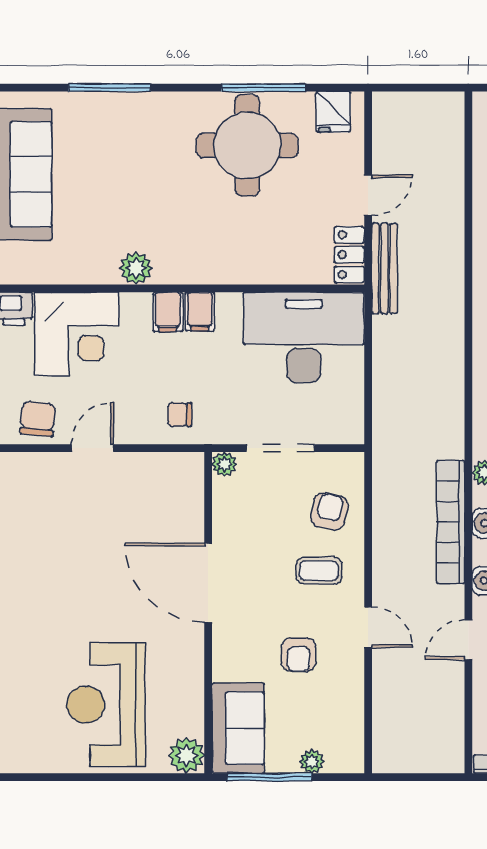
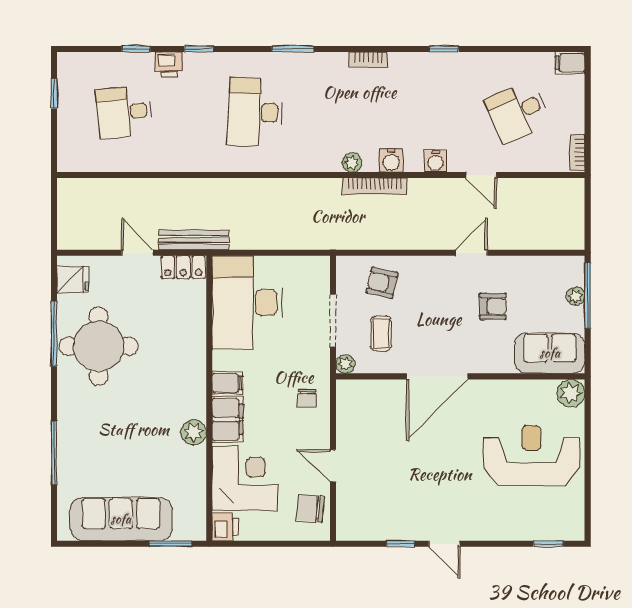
filing cabinet: (168, 312) -> (228, 419), width x2.00
bookcase: (451, 522) -> (375, 186), width x0.68, depth x0.76
coffee table: (319, 571) -> (381, 333), moved
reception desk: (106, 705) -> (532, 456), turned 180
window: (269, 777) -> (588, 296), moved

